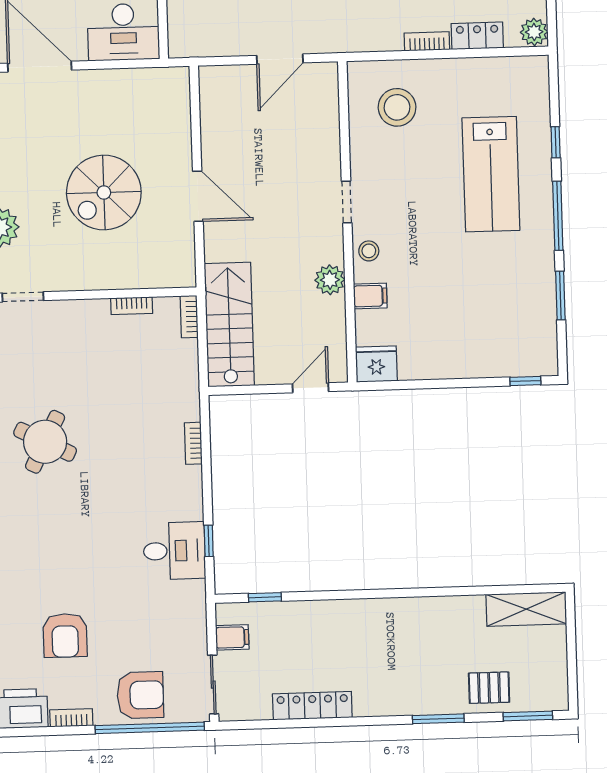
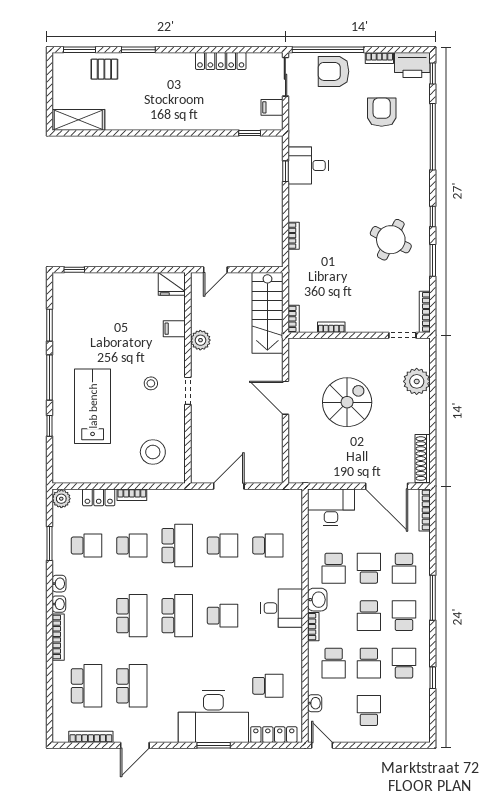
stool: (369, 251) -> (151, 383), moved

